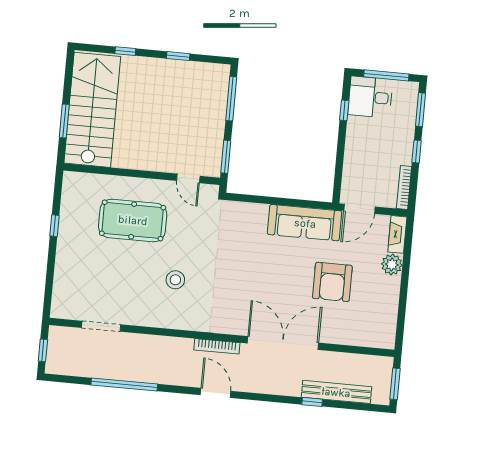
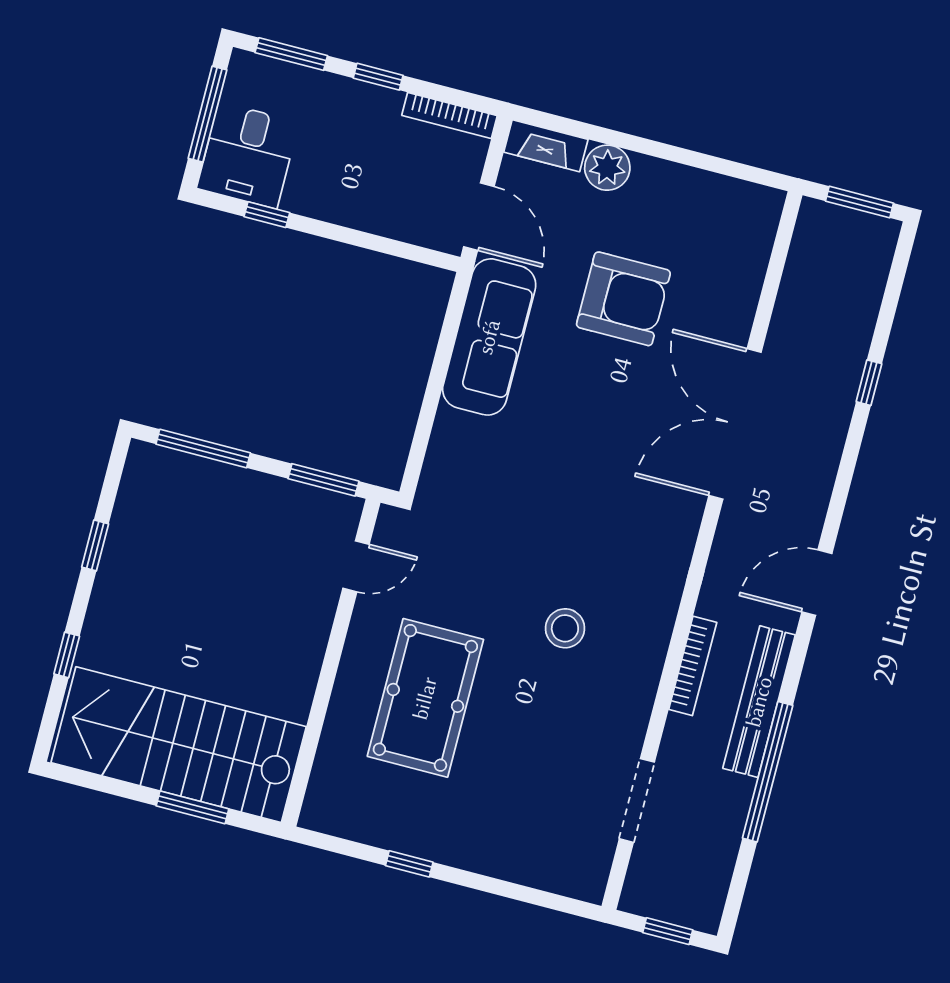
bookcase: (217, 346) -> (693, 666), moved
bench: (336, 392) -> (759, 702), moved

